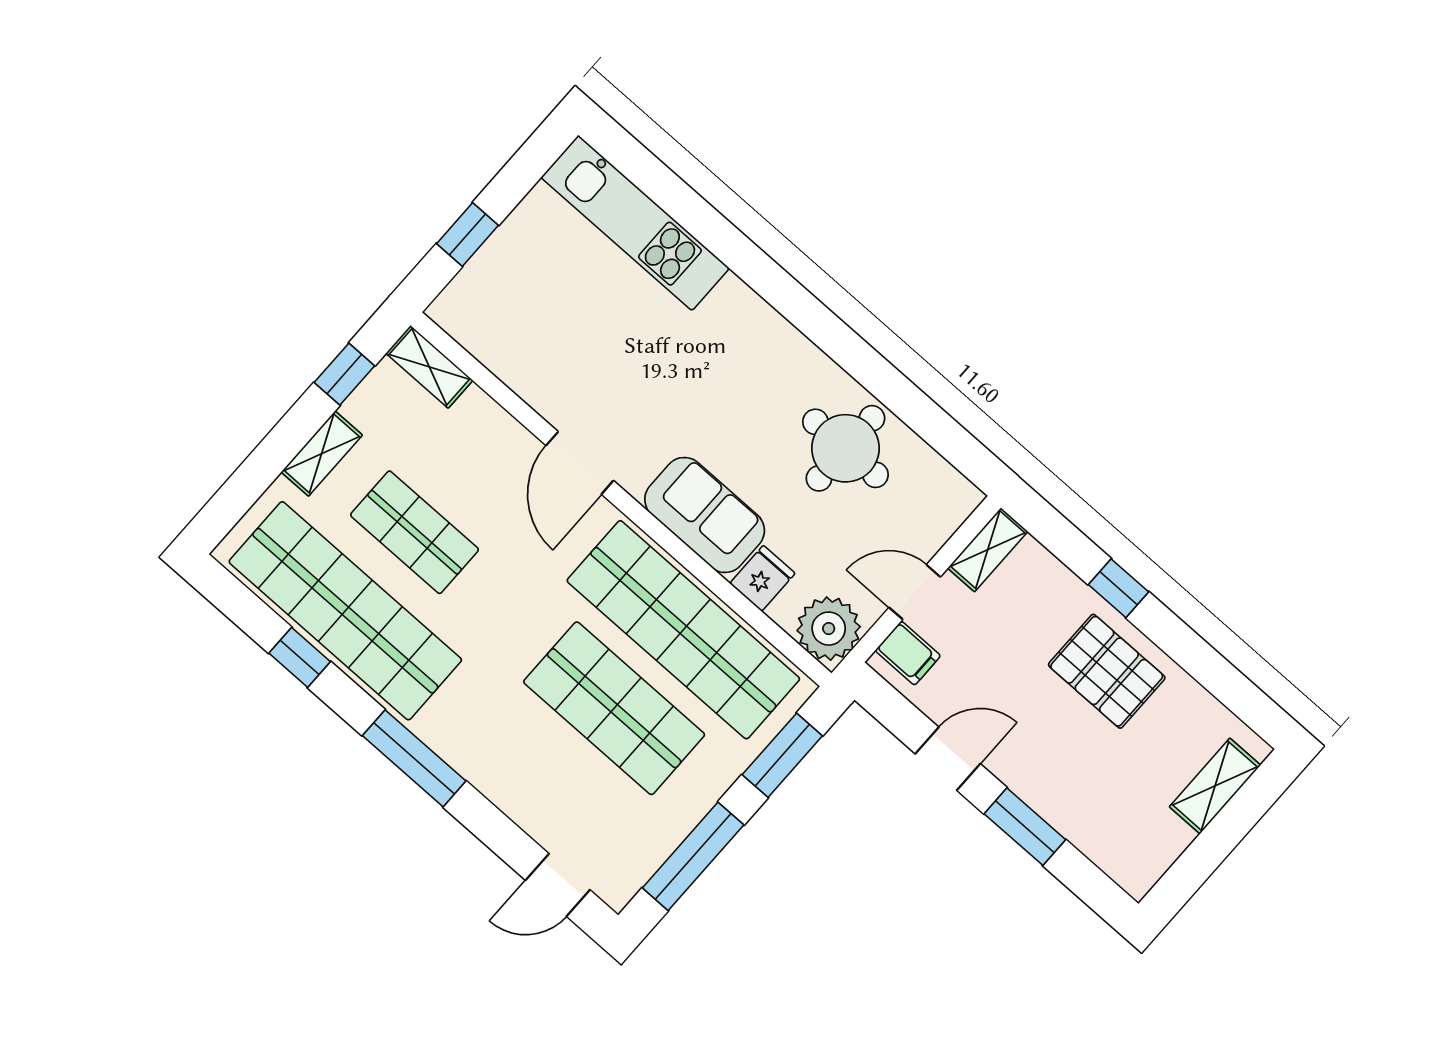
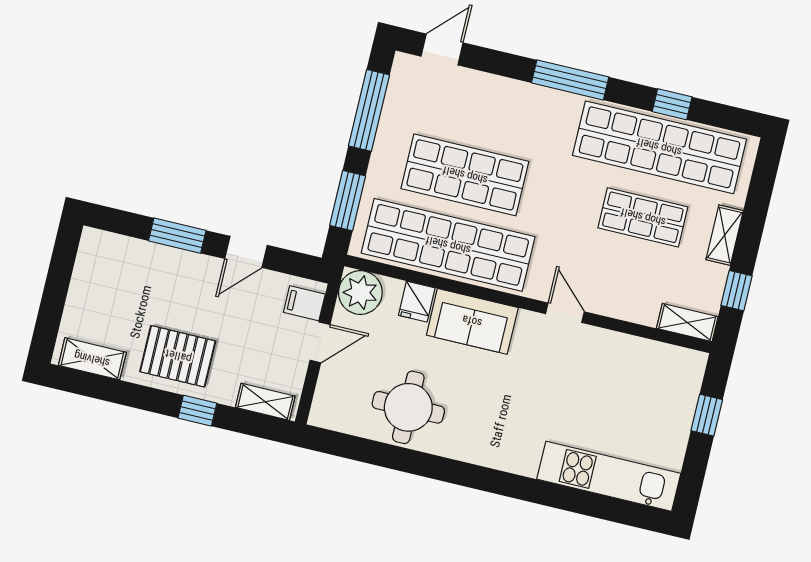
door: (580, 463) -> (565, 313), width x0.73
shelving: (988, 550) -> (265, 402), moved, turned 90
shelving: (1215, 786) -> (92, 359), moved, turned 90

